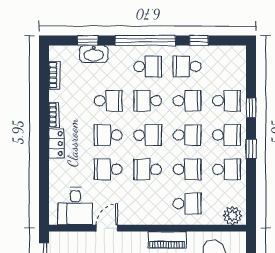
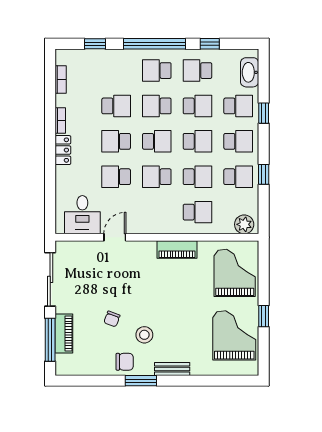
washbasin: (94, 54) -> (250, 72), moved, turned 90
school desk: (148, 66) -> (157, 71), turned 180
window: (251, 149) -> (264, 174), moved

